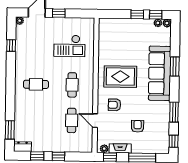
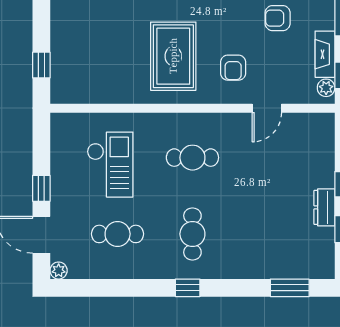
window: (137, 14) -> (41, 65), moved
window: (11, 46) -> (188, 288), moved
cafe table: (72, 120) -> (118, 234), moved
dresser: (22, 147) -> (324, 207), moved

